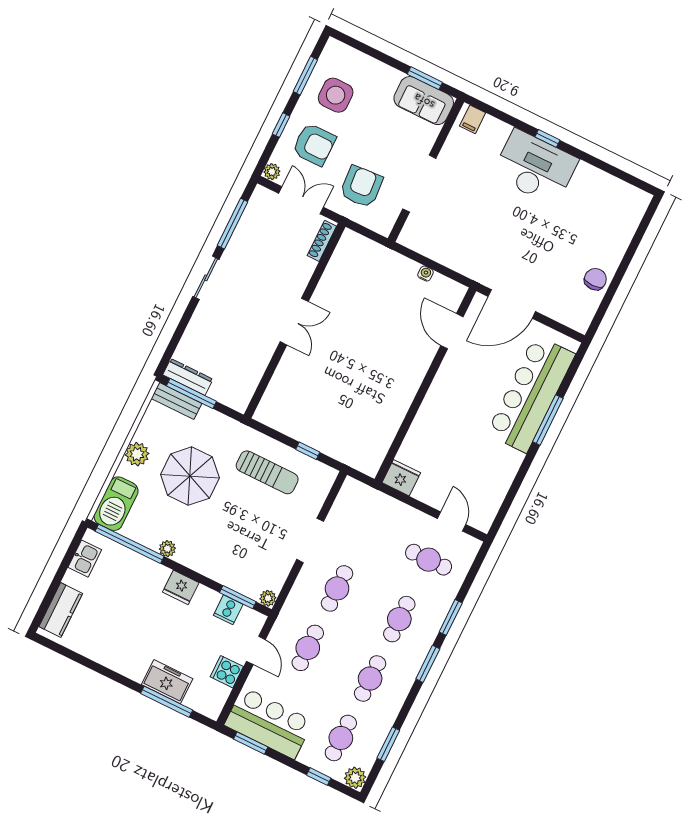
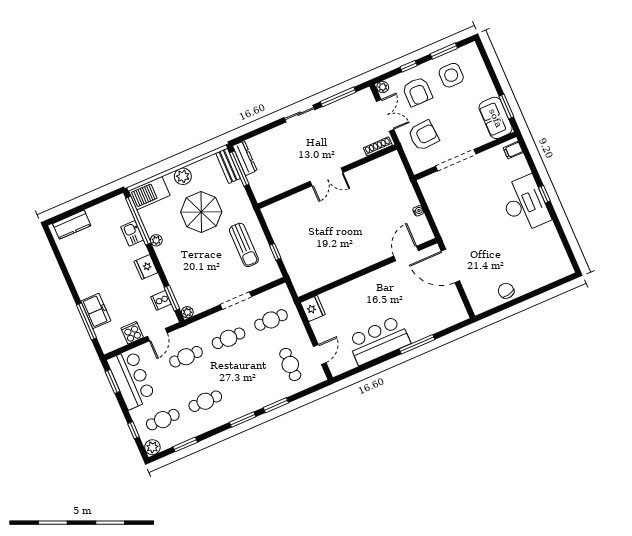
chair: (595, 279) -> (506, 291), turned -103
bar counter: (531, 394) -> (379, 340), moved, width x0.73
kitchen sink: (85, 559) -> (132, 233), moved, turned 90
cafe table: (399, 619) -> (271, 320), moved

